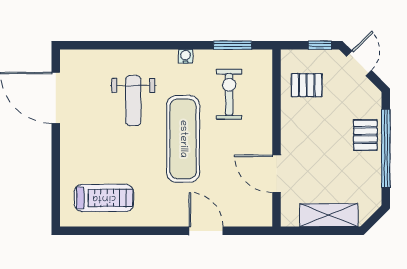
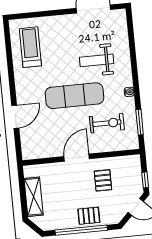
pallet: (307, 85) -> (103, 180), moved
door: (277, 174) -> (77, 158), moved
treadmill: (104, 198) -> (30, 47), turned 180

